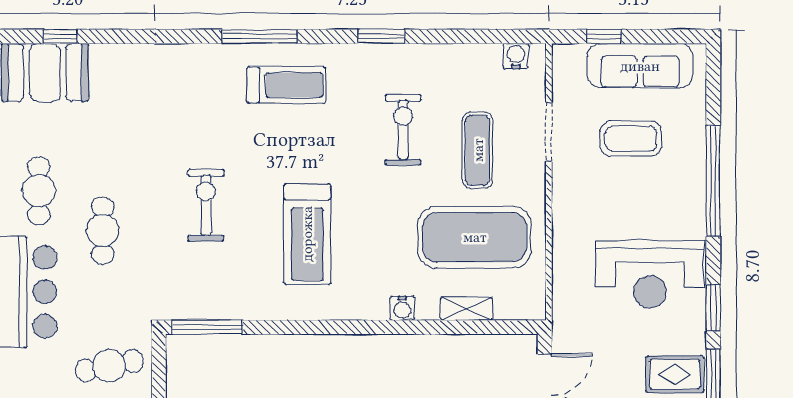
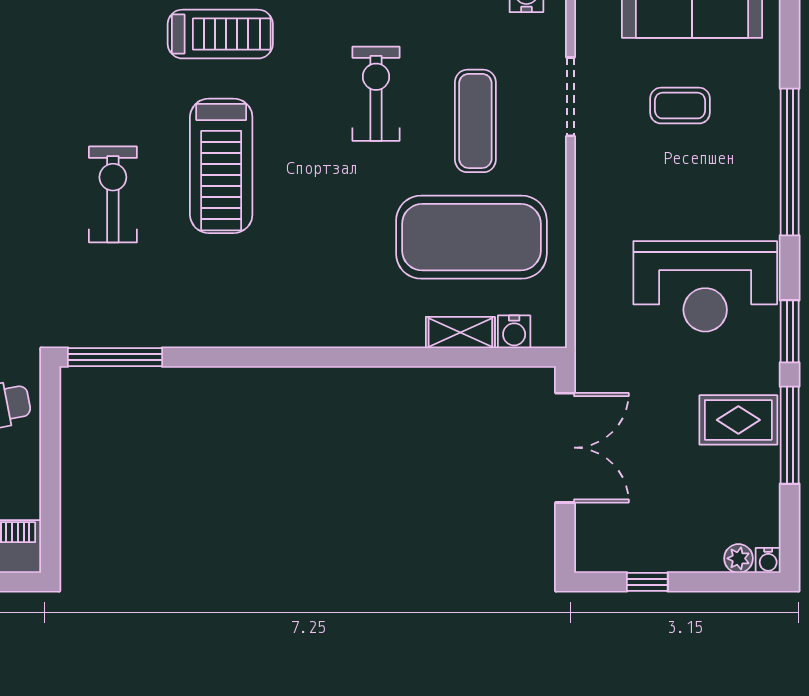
coffee table: (631, 139) -> (680, 106), width x0.73, depth x0.77
treadmill: (307, 234) -> (221, 166), moved
water cooler: (402, 308) -> (514, 332), moved

